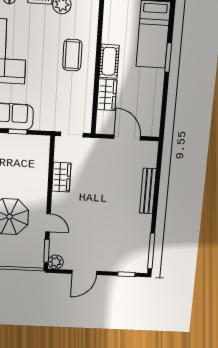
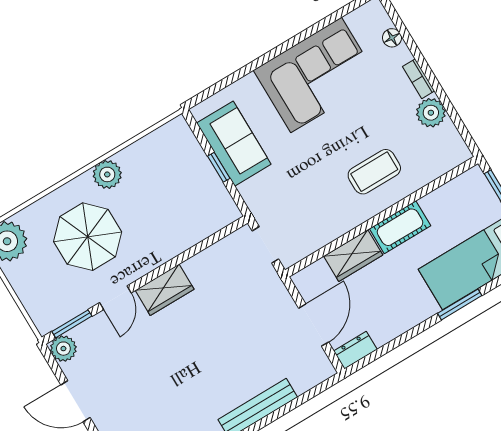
dresser: (154, 125) -> (355, 350), added
wardrobe: (61, 177) -> (165, 290), moved

